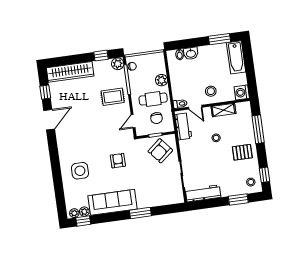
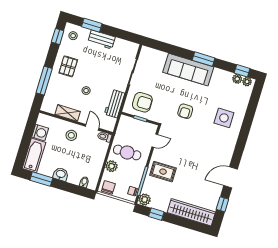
washbasin: (191, 53) -> (61, 174), moved
washing machine: (242, 93) -> (40, 133), moved
chair: (157, 118) -> (108, 187), moved
workbench: (183, 126) -> (115, 104), moved
armchair: (160, 151) -> (142, 102), turned 40
pallet: (242, 152) -> (68, 66), turned 90
workbench: (203, 193) -> (102, 39), moved, width x0.73
sofa: (112, 202) -> (188, 70), moved
window: (140, 213) -> (204, 59), moved

